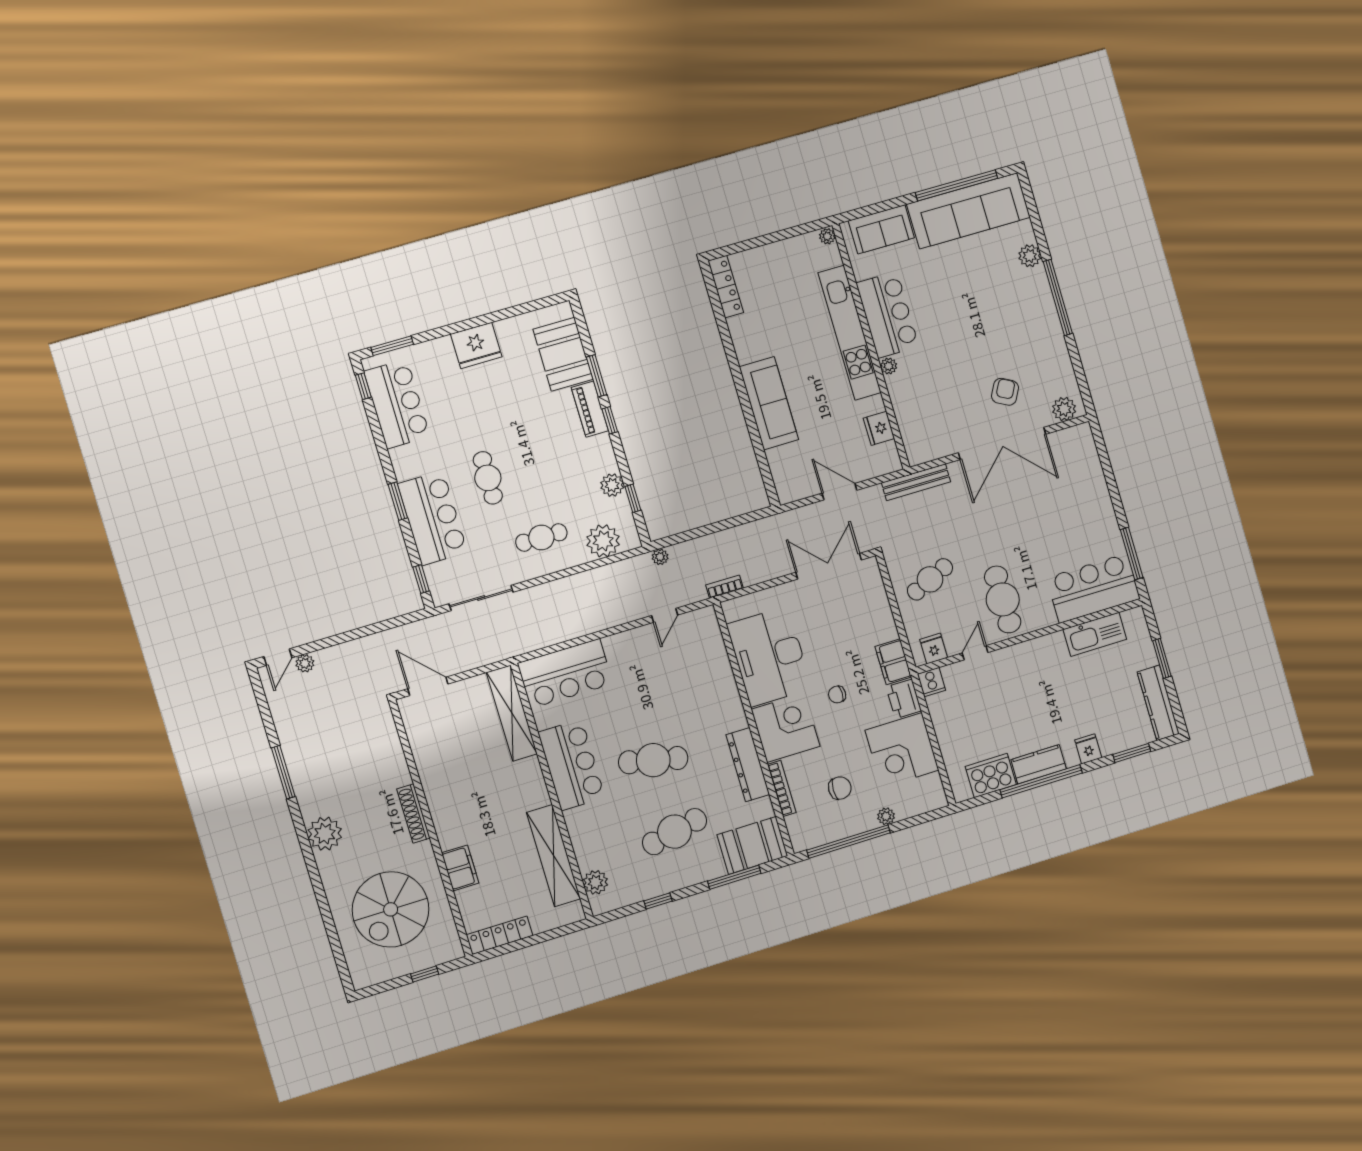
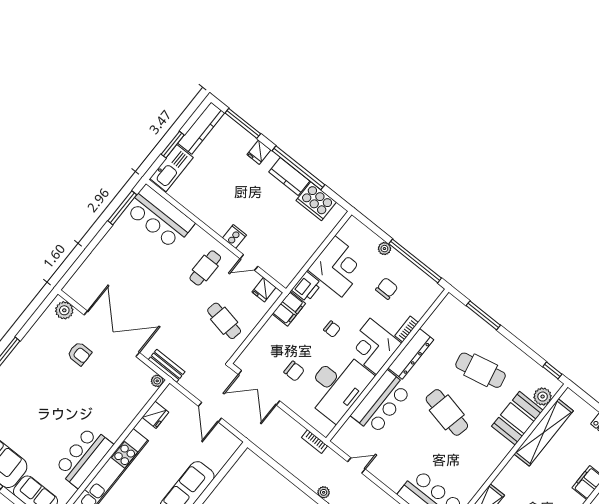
plant: (889, 366) -> (157, 381), moved
armchair: (1005, 392) -> (79, 354), turned -118
bench: (916, 482) -> (167, 366), width x0.73
cafe table: (930, 579) -> (224, 321), turned 35
cafe table: (1003, 599) -> (205, 268), width x0.73, depth x0.74
chair: (820, 619) -> (294, 371), added
kitchen sink: (1095, 634) -> (171, 168), moved, turned 90
cooker: (932, 682) -> (234, 237), moved
window: (1132, 753) -> (243, 123), width x1.44
bar counter: (571, 765) -> (381, 403), moved, turned 180
bookcase: (782, 788) -> (407, 329), width x0.64
chair: (840, 788) -> (387, 288), turned 90
booth: (752, 845) -> (517, 418), moved, turned 90
window: (658, 901) -> (552, 370), moved

